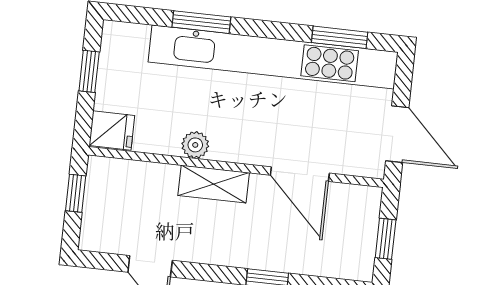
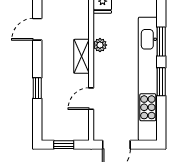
window: (340, 37) -> (161, 82), moved
door: (300, 174) -> (91, 99), width x0.73

